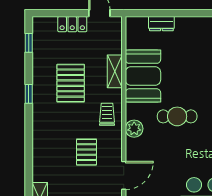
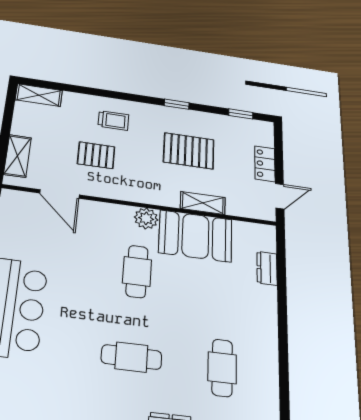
trolley: (107, 114) -> (113, 120), moved
plant: (134, 129) -> (146, 218), moved

